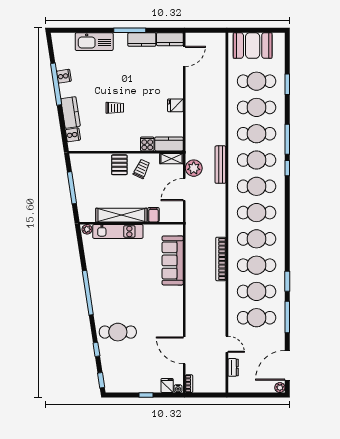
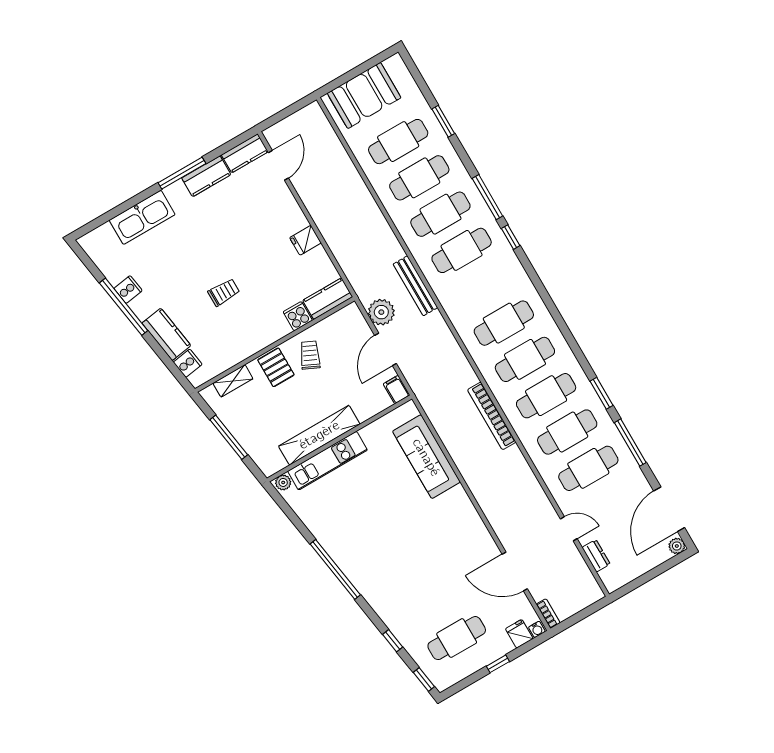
shelving: (171, 159) -> (233, 381), moved
cafe table: (257, 186) -> (483, 287), removed
filing cabinet: (153, 215) -> (396, 389), moved
cafe table: (118, 332) -> (457, 638), moved

